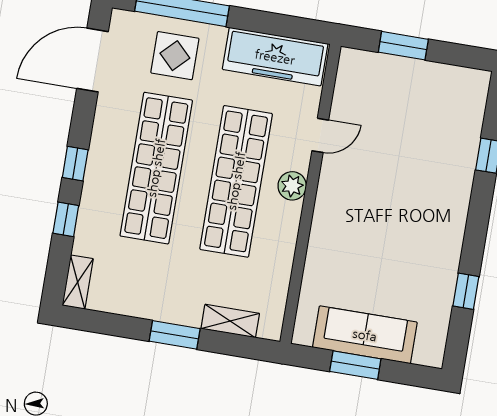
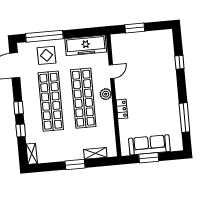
locker: (322, 231) -> (122, 109), added
window: (466, 291) -> (184, 118), width x2.17

